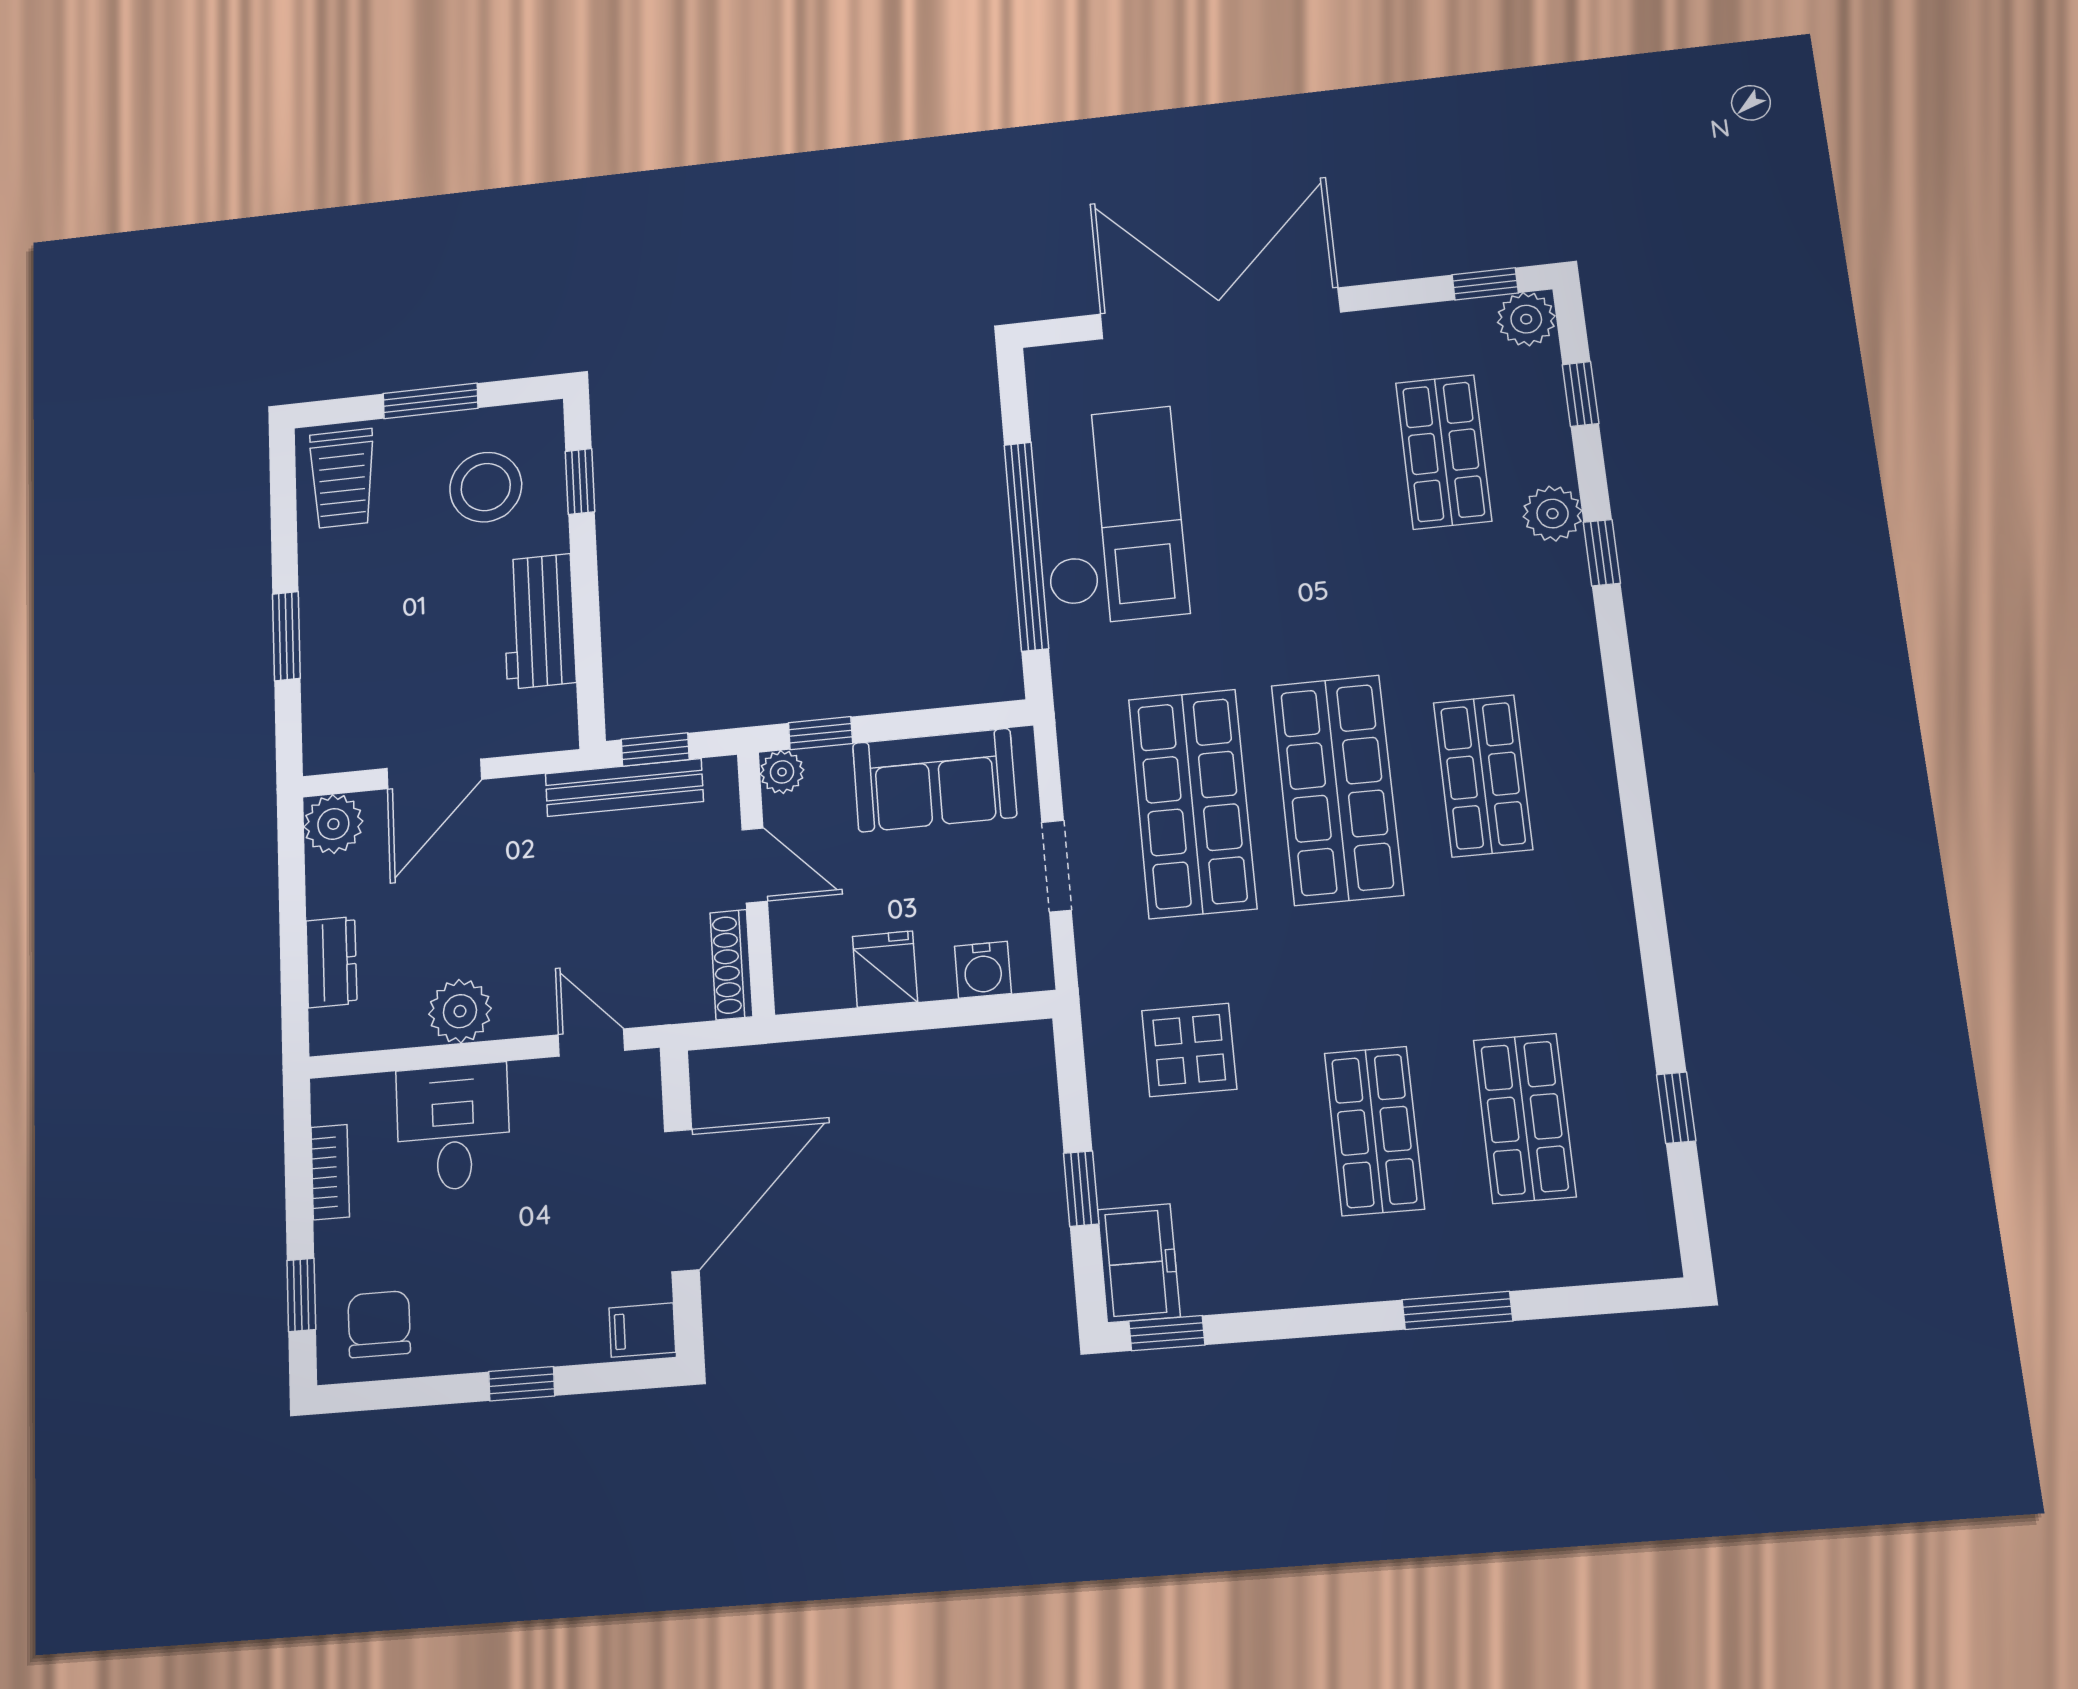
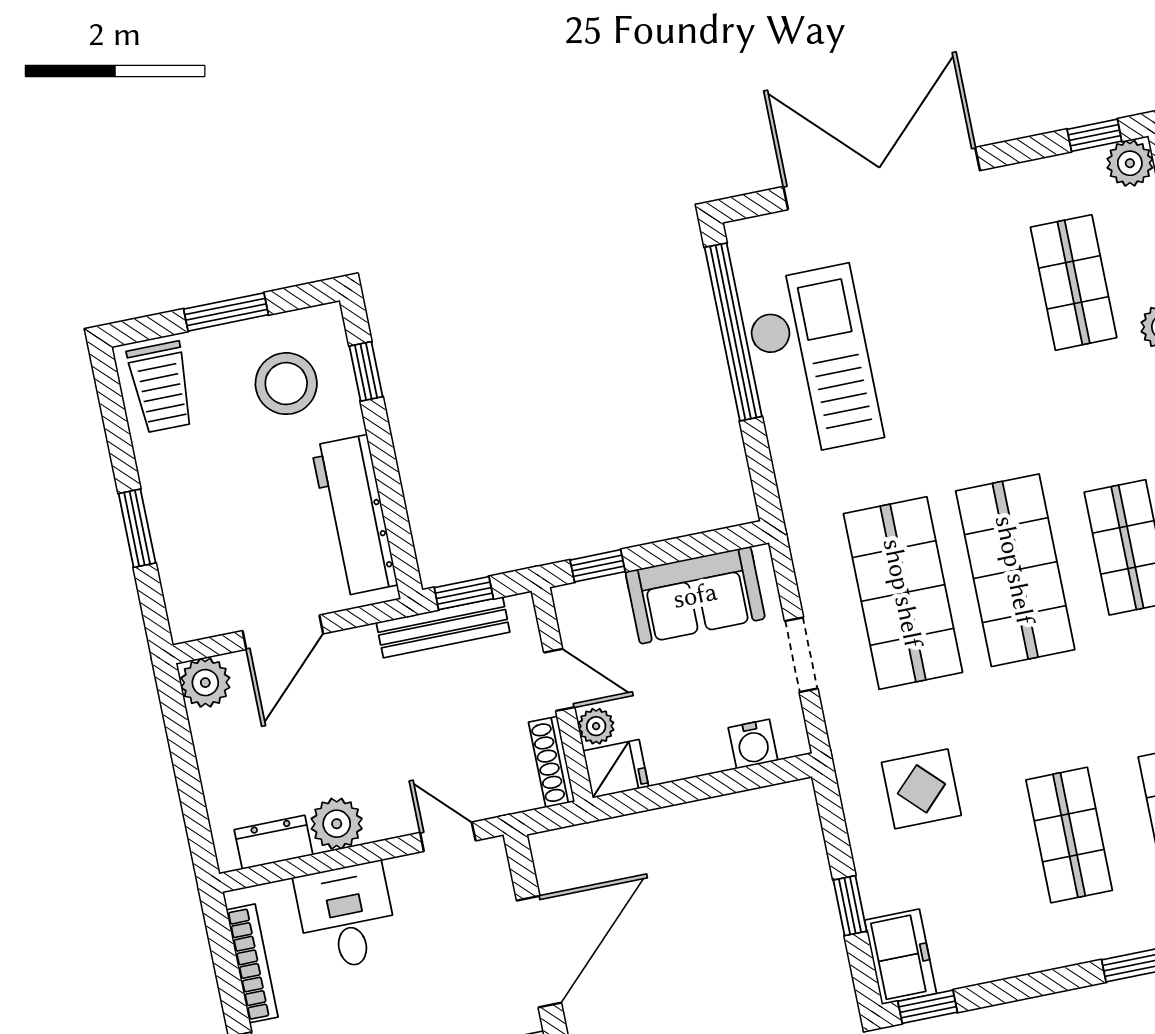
window: (1026, 546) -> (733, 332), moved
workbench: (539, 621) -> (354, 515), width x1.38
plant: (782, 772) -> (596, 726), moved
dresser: (331, 962) -> (274, 842), moved, turned -90
fridge: (885, 969) -> (616, 769), moved, turned 90
bookcase: (330, 1172) -> (252, 963), width x1.56

